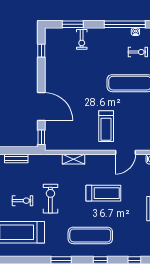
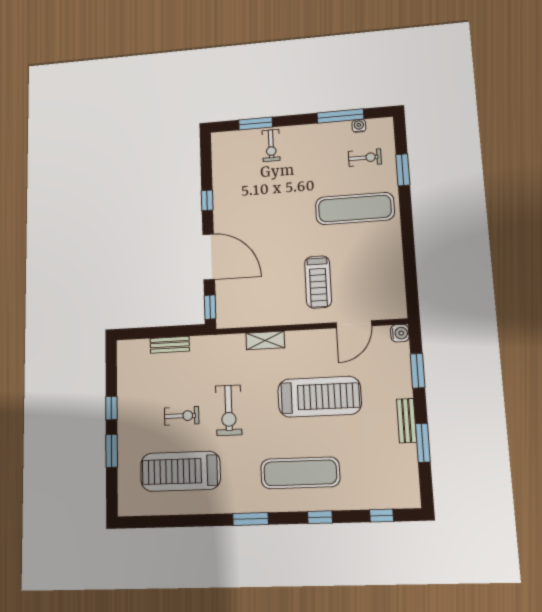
window: (125, 24) -> (340, 116), width x0.68
window: (41, 51) -> (207, 200), moved
treadmill: (103, 193) -> (319, 397), width x1.37, depth x1.38
exercise bike: (50, 199) -> (229, 410), turned 180

